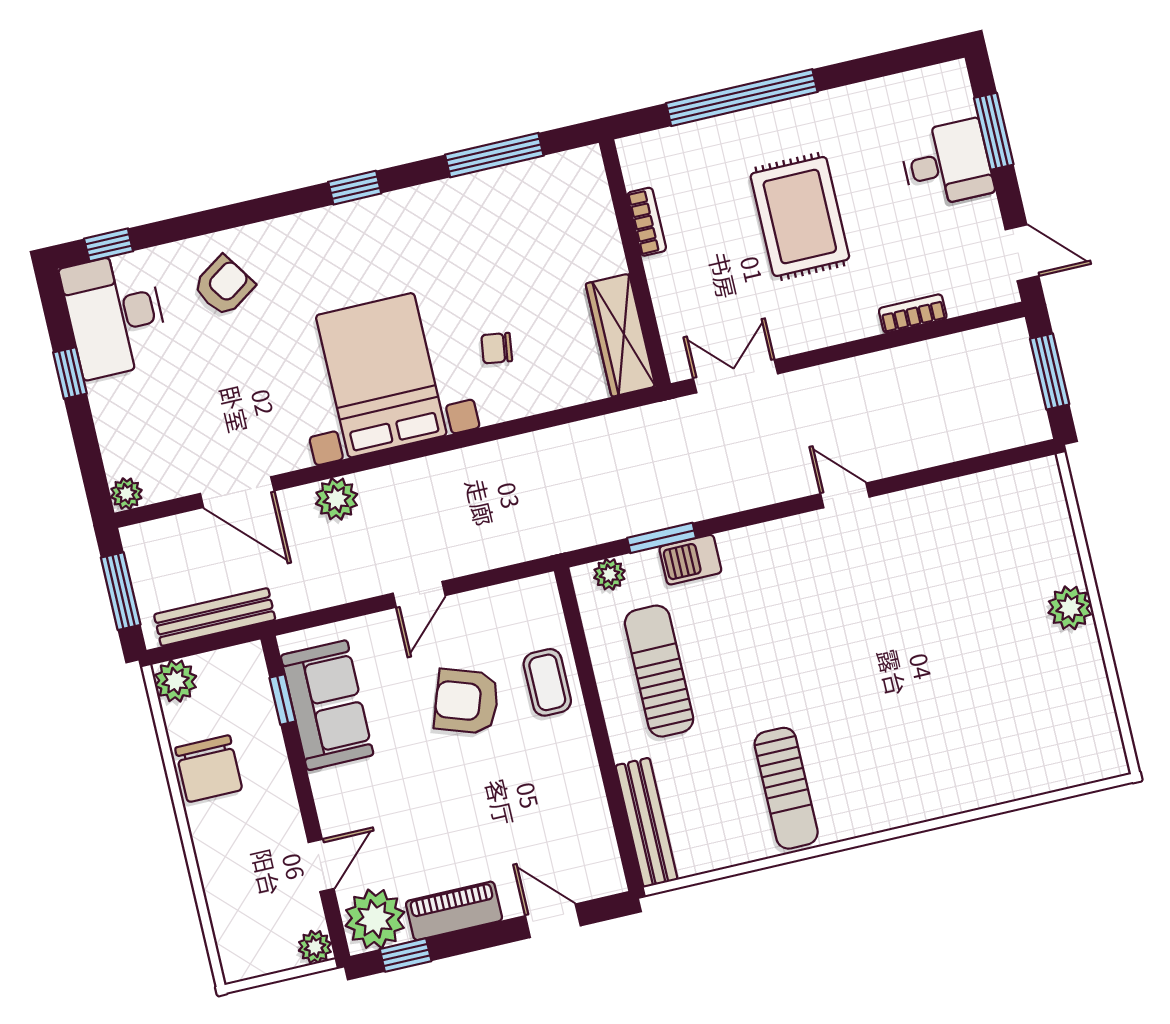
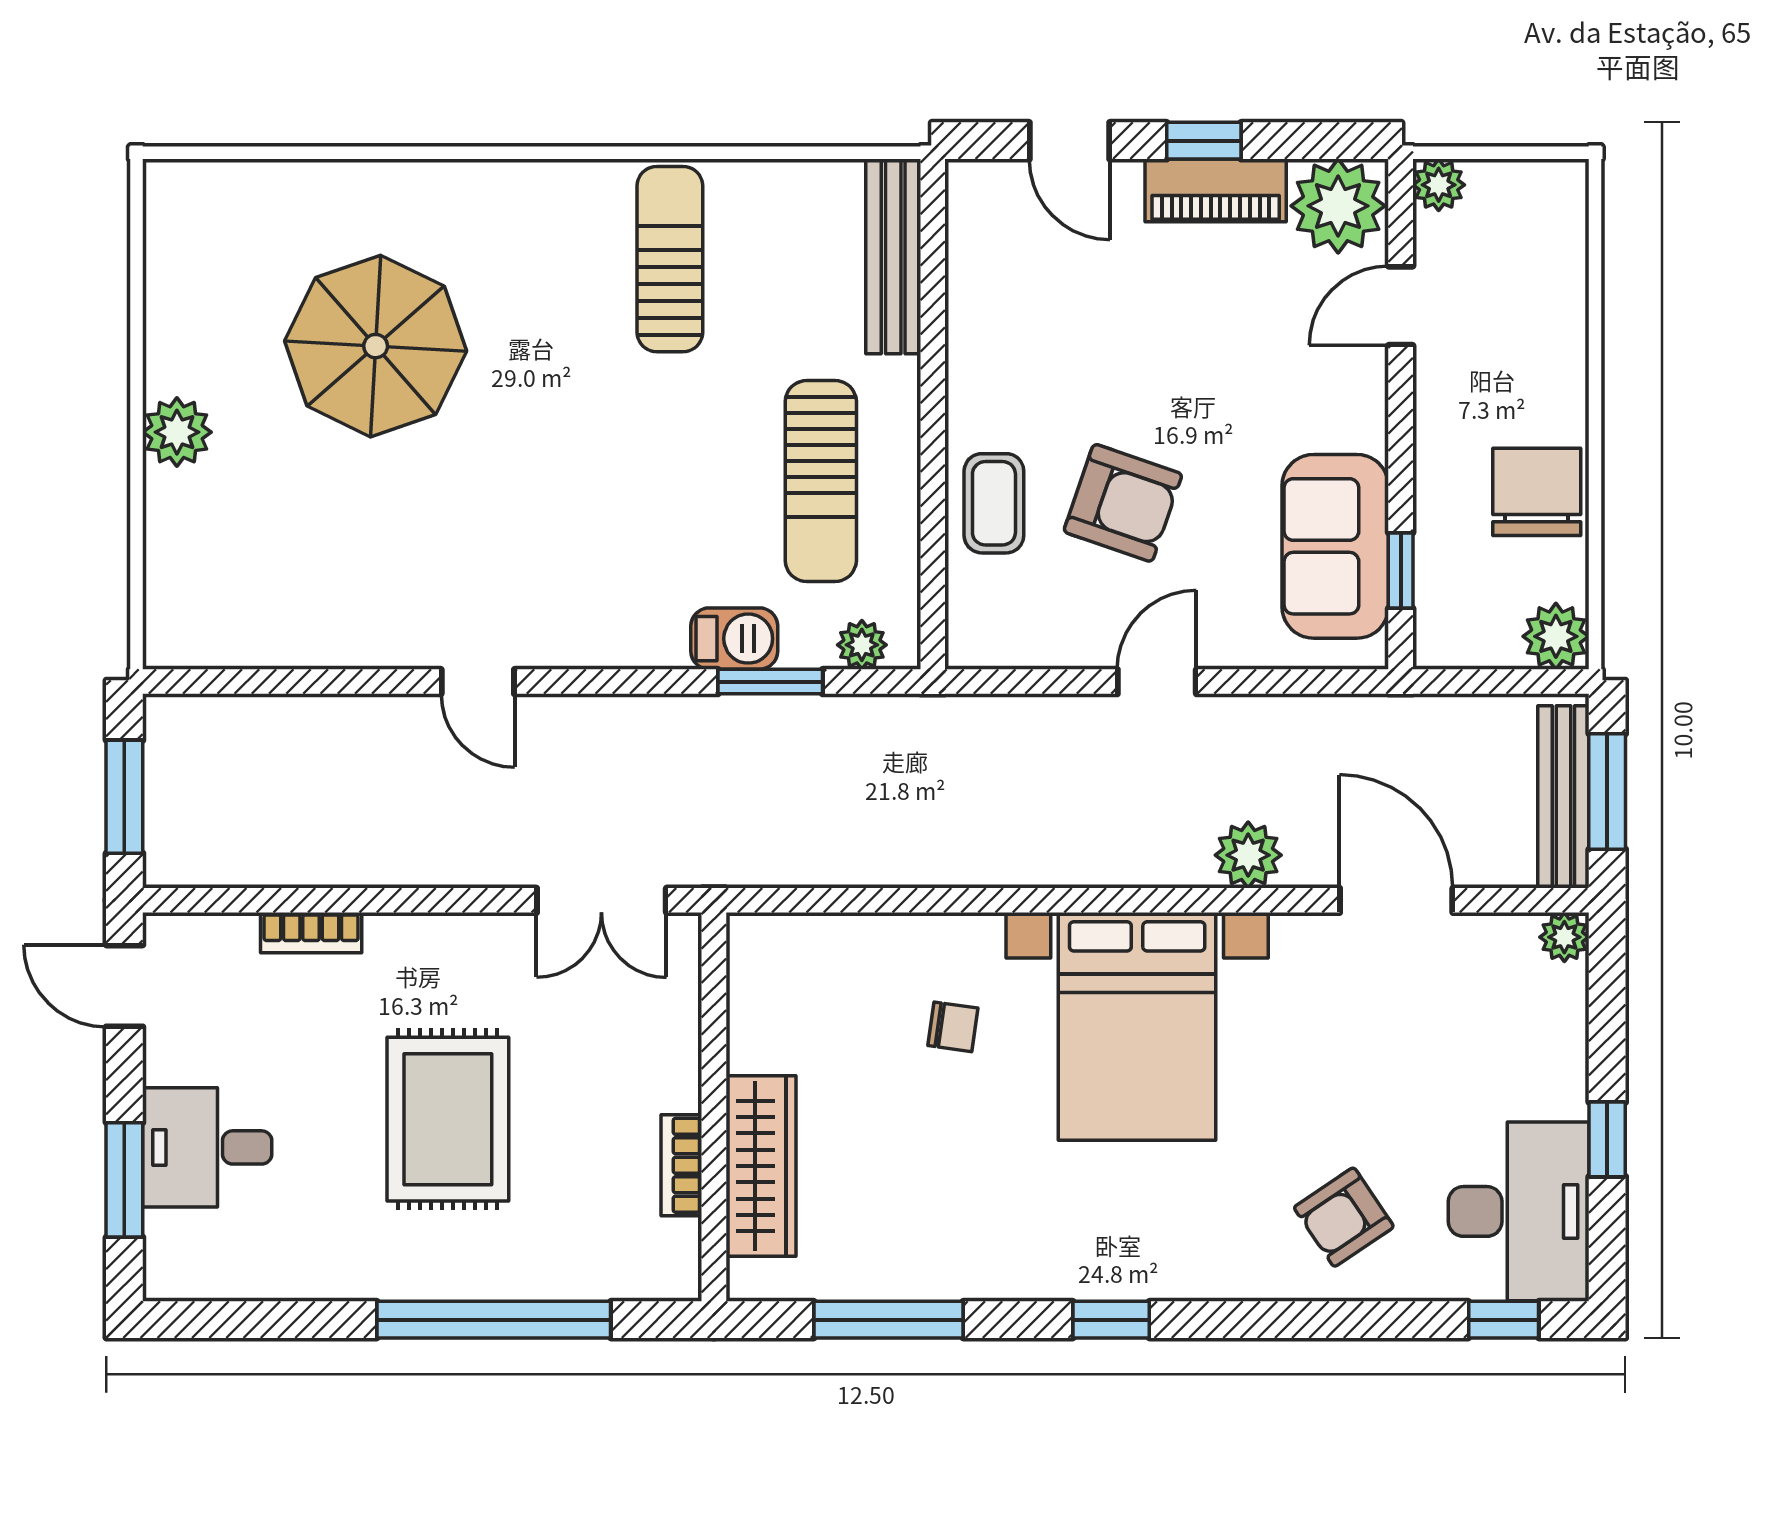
wardrobe: (620, 335) -> (761, 1166), moved
bench: (215, 617) -> (1563, 797), moved, turned 90
parasol: (958, 691) -> (376, 346), added
window: (406, 955) -> (1204, 141), moved

